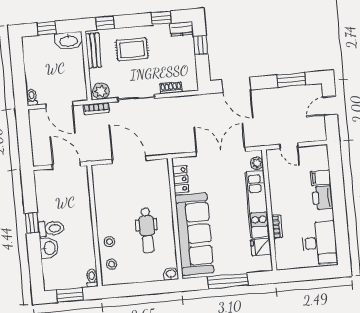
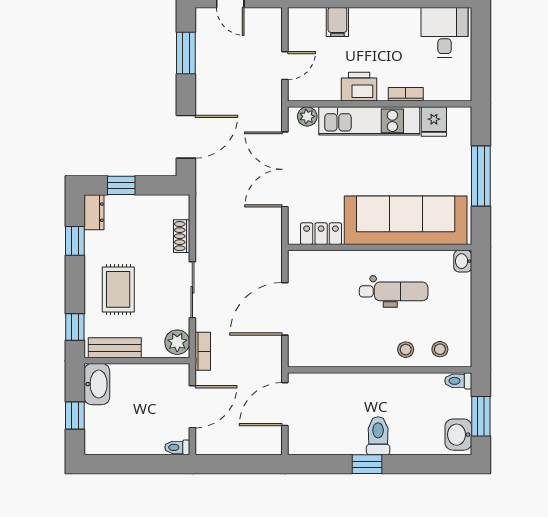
printer: (322, 198) -> (359, 87), moved, turned 180
desk: (319, 243) -> (445, 33), width x0.73
washbasin: (49, 248) -> (458, 435), moved, turned -90

